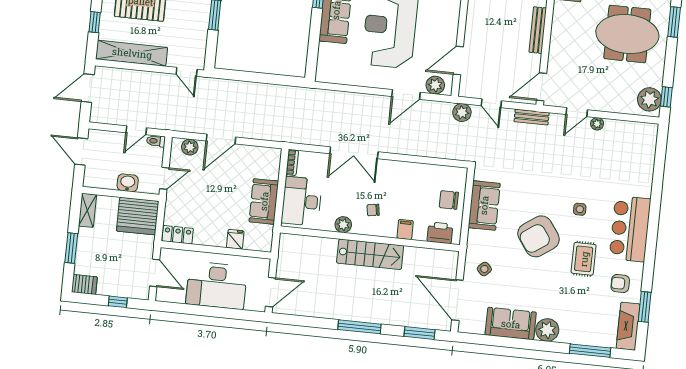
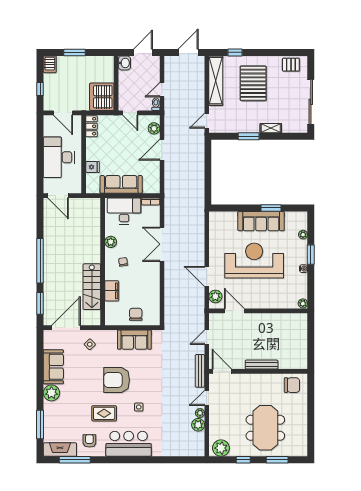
door: (88, 88) -> (188, 52), hinge flipped
window: (666, 97) -> (243, 460), moved
door: (577, 112) -> (207, 398), hinge flipped
plant: (462, 113) -> (198, 425), moved
bench: (532, 117) -> (200, 371), width x1.36
door: (136, 130) -> (162, 90), hinge flipped
door: (221, 139) -> (162, 150), hinge flipped
washbasin: (128, 183) -> (124, 63), moved
sofa: (264, 201) -> (121, 184), width x1.36
shelving: (87, 210) -> (102, 61), removed
filing cabinet: (405, 229) -> (112, 291), width x2.00
printer: (440, 233) -> (112, 311), removed
armchair: (539, 236) -> (117, 380), turned -55
stairs: (370, 254) -> (92, 287), moved
door: (155, 273) -> (63, 113), hinge flipped
window: (645, 307) -> (75, 460), width x1.44
window: (359, 327) -> (40, 261), width x1.46

